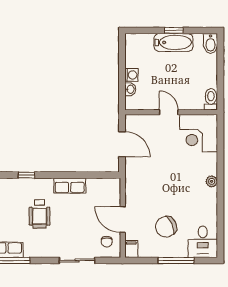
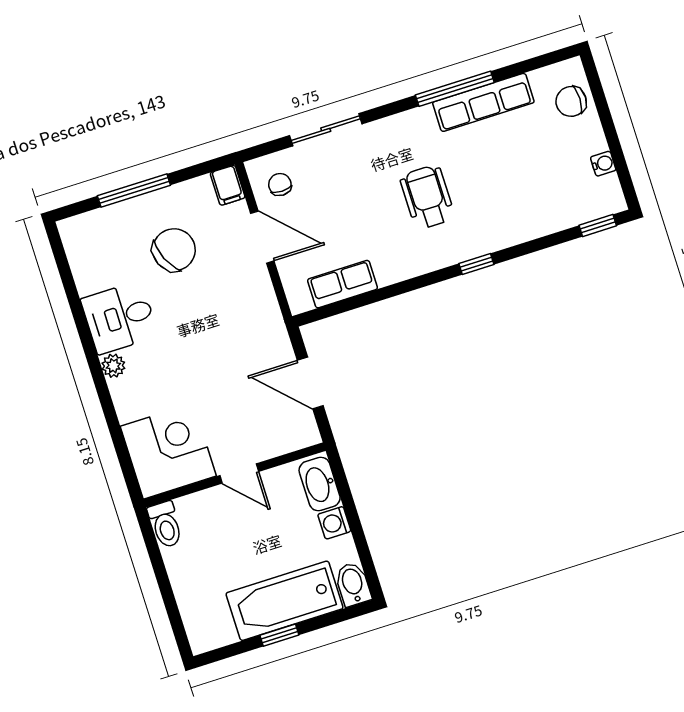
bathtub: (173, 42) -> (285, 601), width x1.36, depth x1.36
bidet: (211, 43) -> (353, 584), moved
washbasin: (130, 89) -> (320, 484), width x1.91, depth x1.45
row of seats: (70, 186) -> (343, 284), moved
desk: (203, 242) -> (120, 318), moved, turned -90

